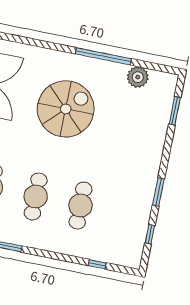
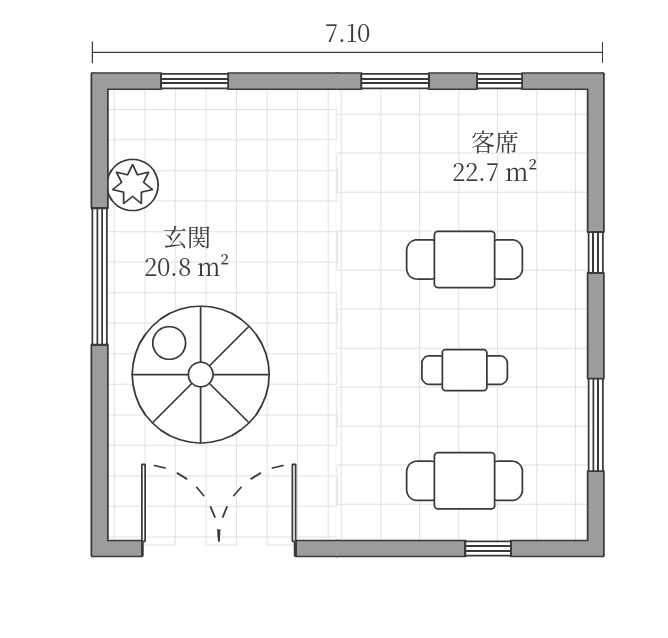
spiral stairs: (66, 109) -> (201, 375), moved
cafe table: (36, 196) -> (465, 370), width x0.73, depth x0.74
window: (97, 264) -> (596, 252), moved

